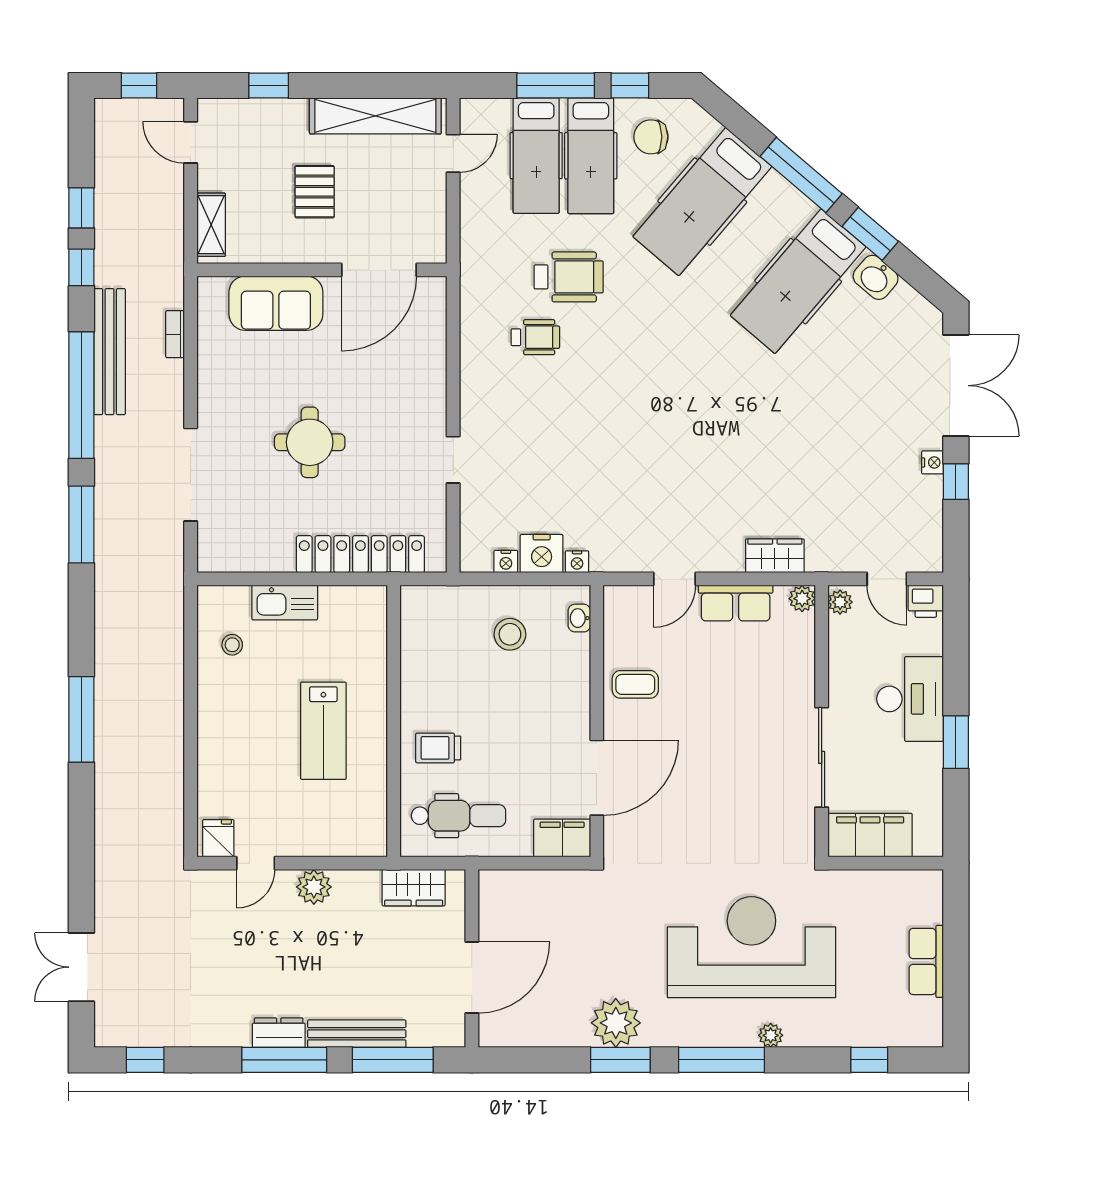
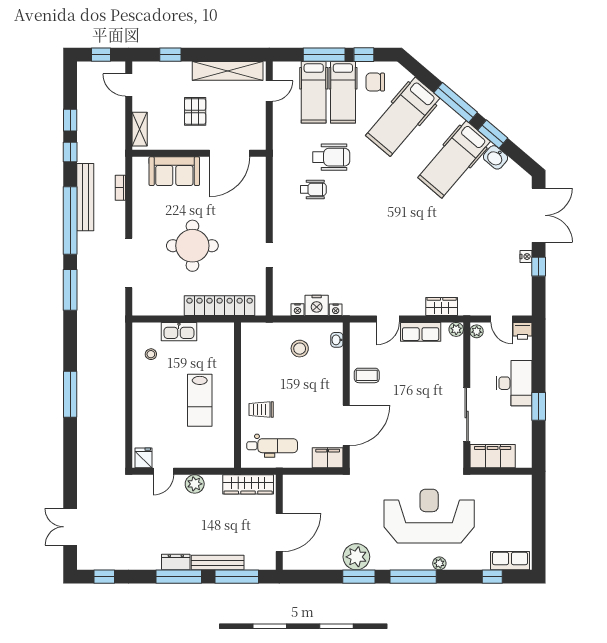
round table: (310, 442) -> (192, 246), width x1.36, depth x1.36
wardrobe: (414, 888) -> (248, 484), width x1.50
row of seats: (926, 961) -> (510, 561), moved, turned 90

